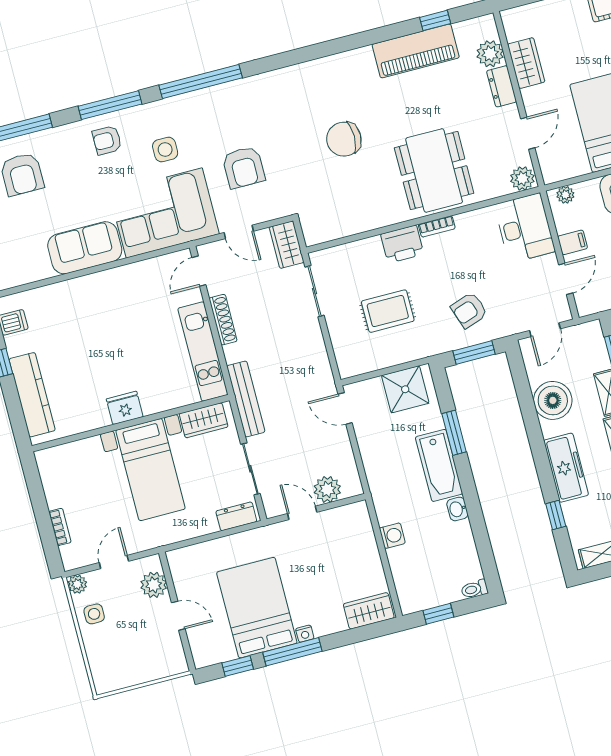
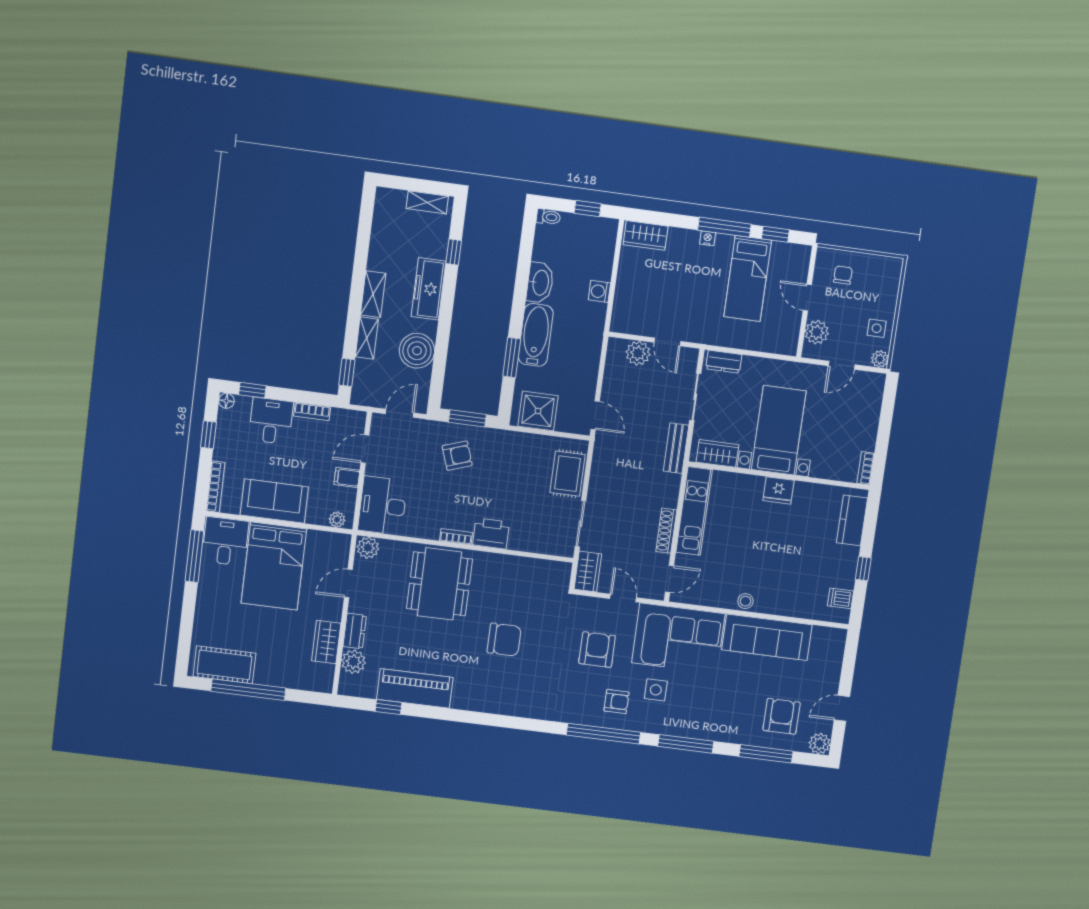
armchair: (107, 140) -> (616, 702), moved
sofa: (85, 248) -> (767, 637), width x1.36
stool: (111, 280) -> (745, 601), added
rug: (388, 311) -> (567, 474), moved, turned 90
kitchen counter: (32, 395) -> (852, 520), width x0.67
bench: (246, 399) -> (676, 448), width x0.73
washbasin: (457, 509) -> (540, 283), width x1.91, depth x1.45
bookcase: (60, 527) -> (866, 468), moved
bed: (257, 608) -> (748, 278), width x0.67
chair: (151, 653) -> (843, 275), added

